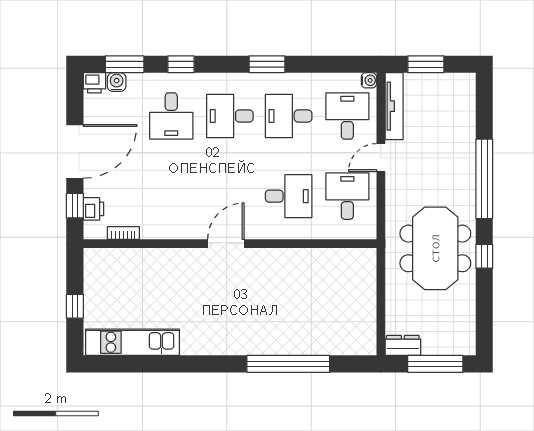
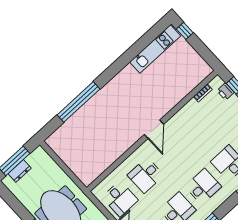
window: (75, 306) -> (185, 31), moved
dresser: (403, 345) -> (20, 171), moved

